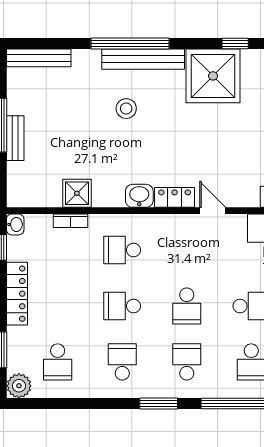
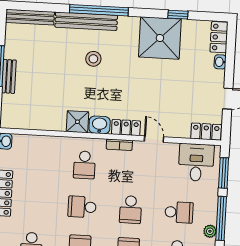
bench: (143, 59) -> (86, 21), moved
shower: (77, 193) -> (77, 122), moved
bookcase: (71, 221) -> (119, 145), moved
school desk: (122, 250) -> (84, 165), turned -90

